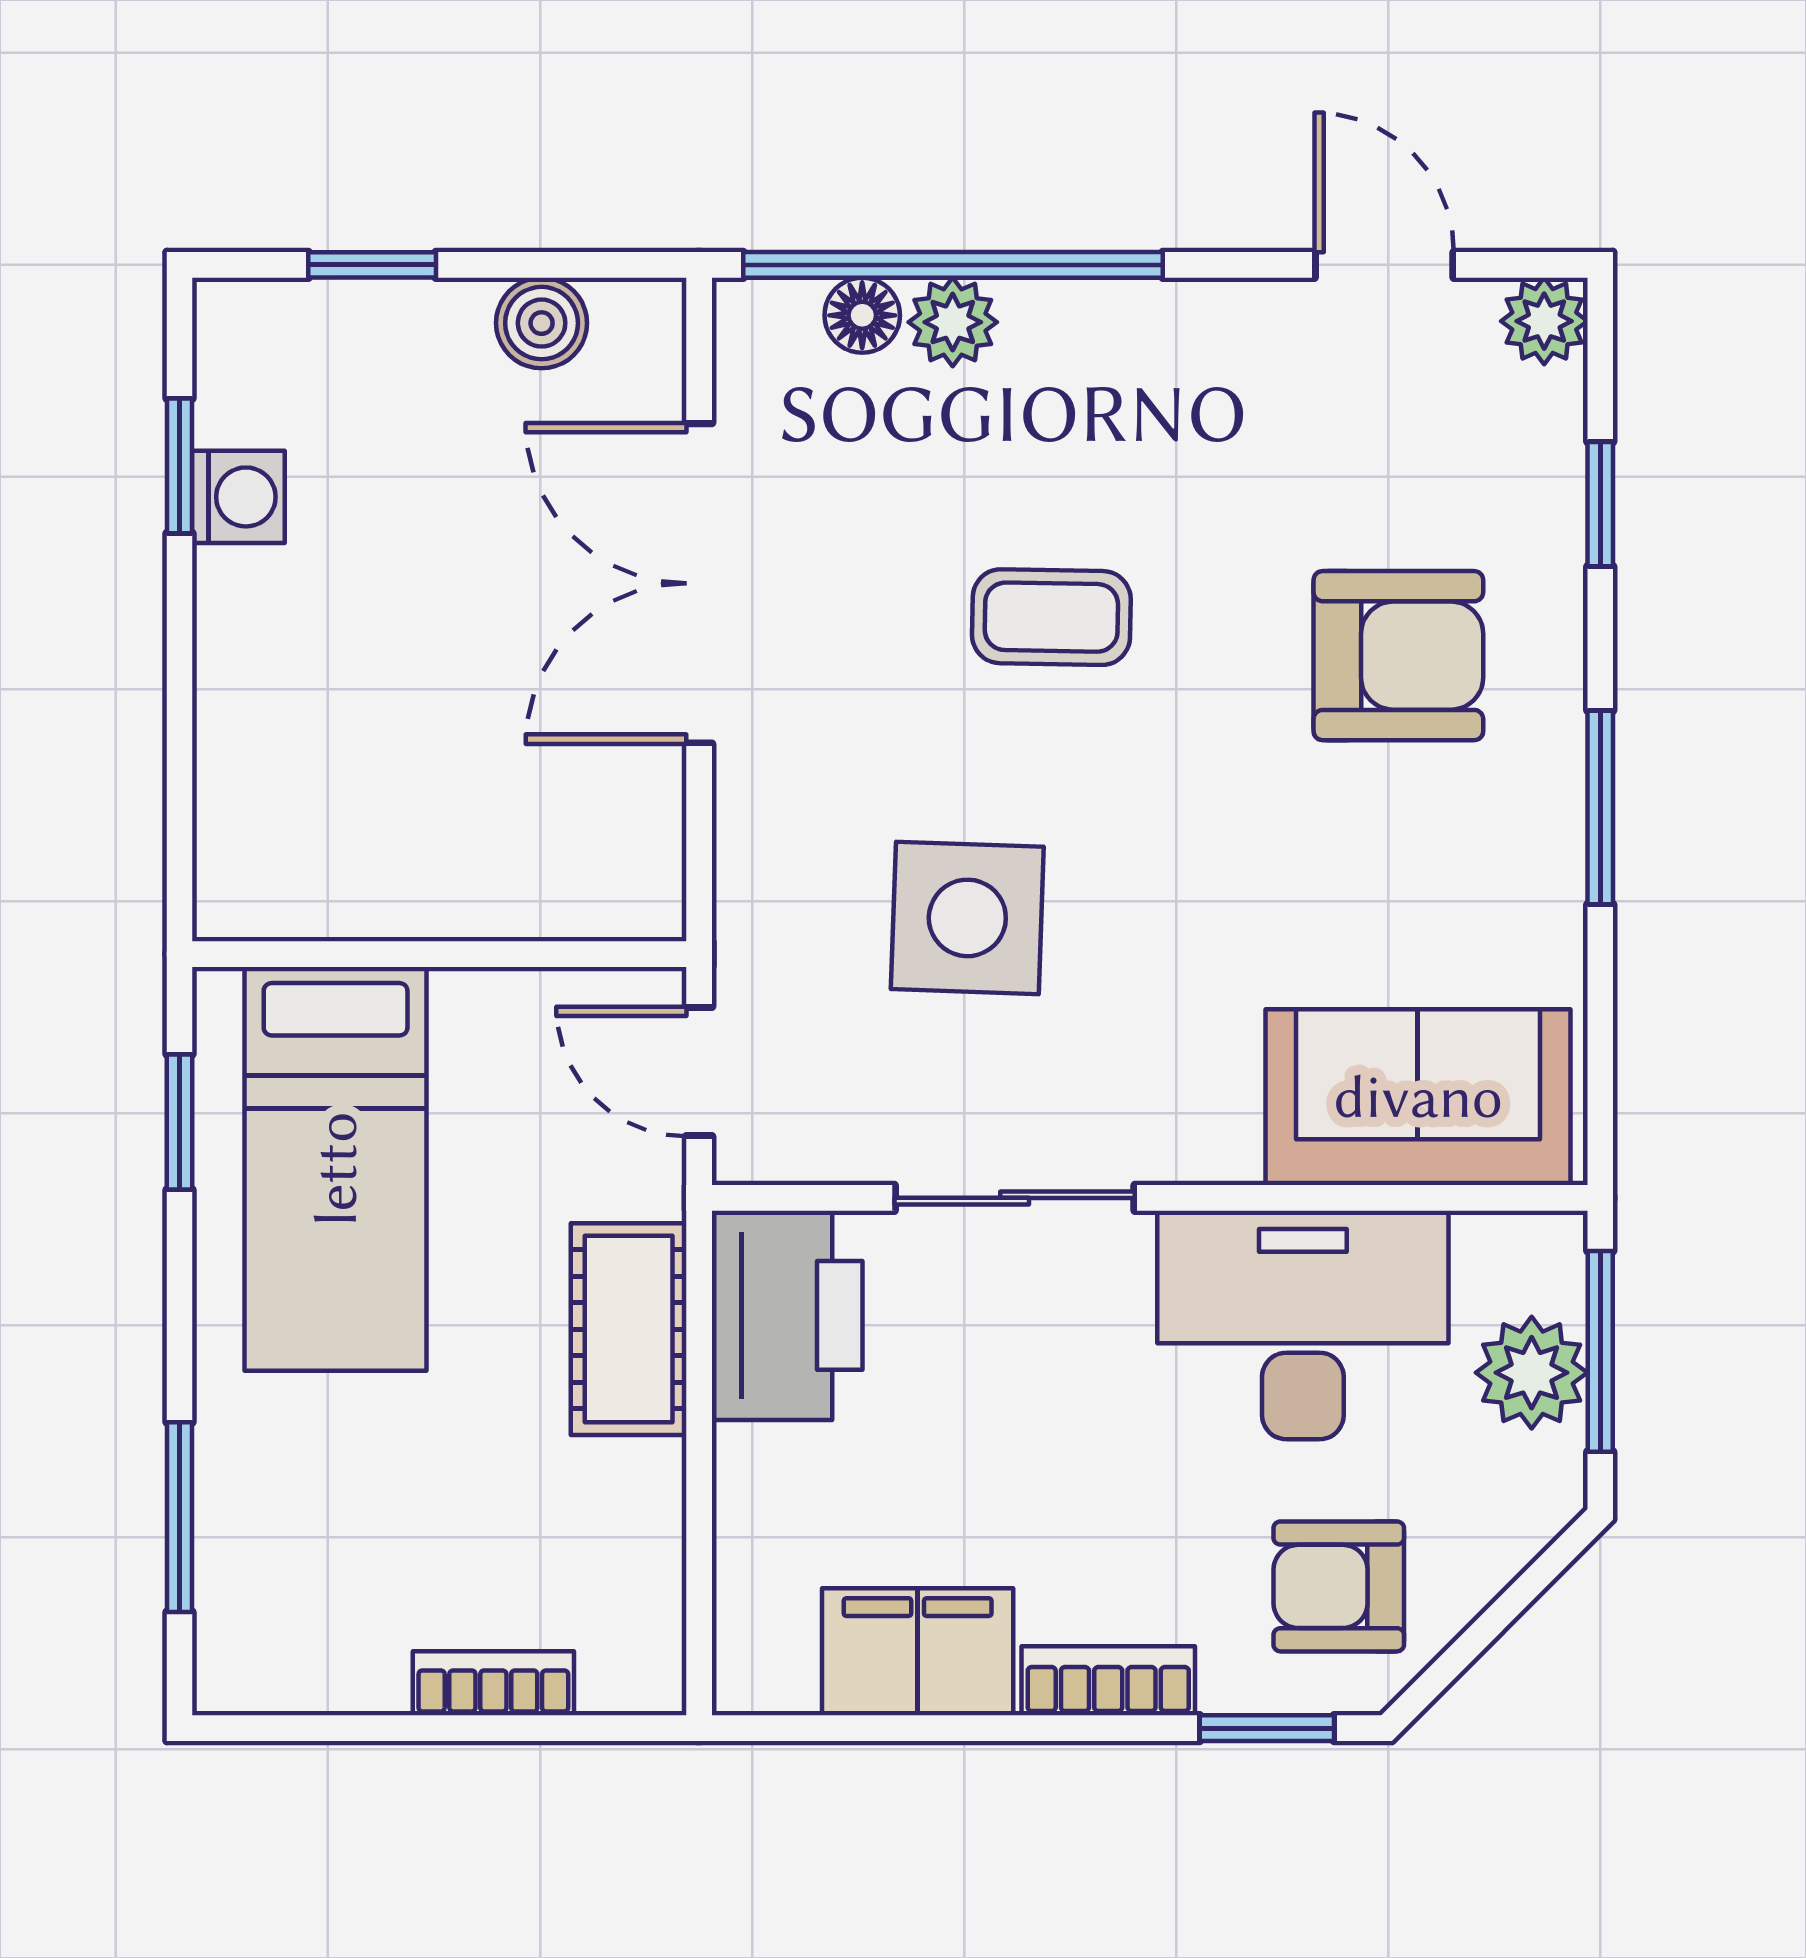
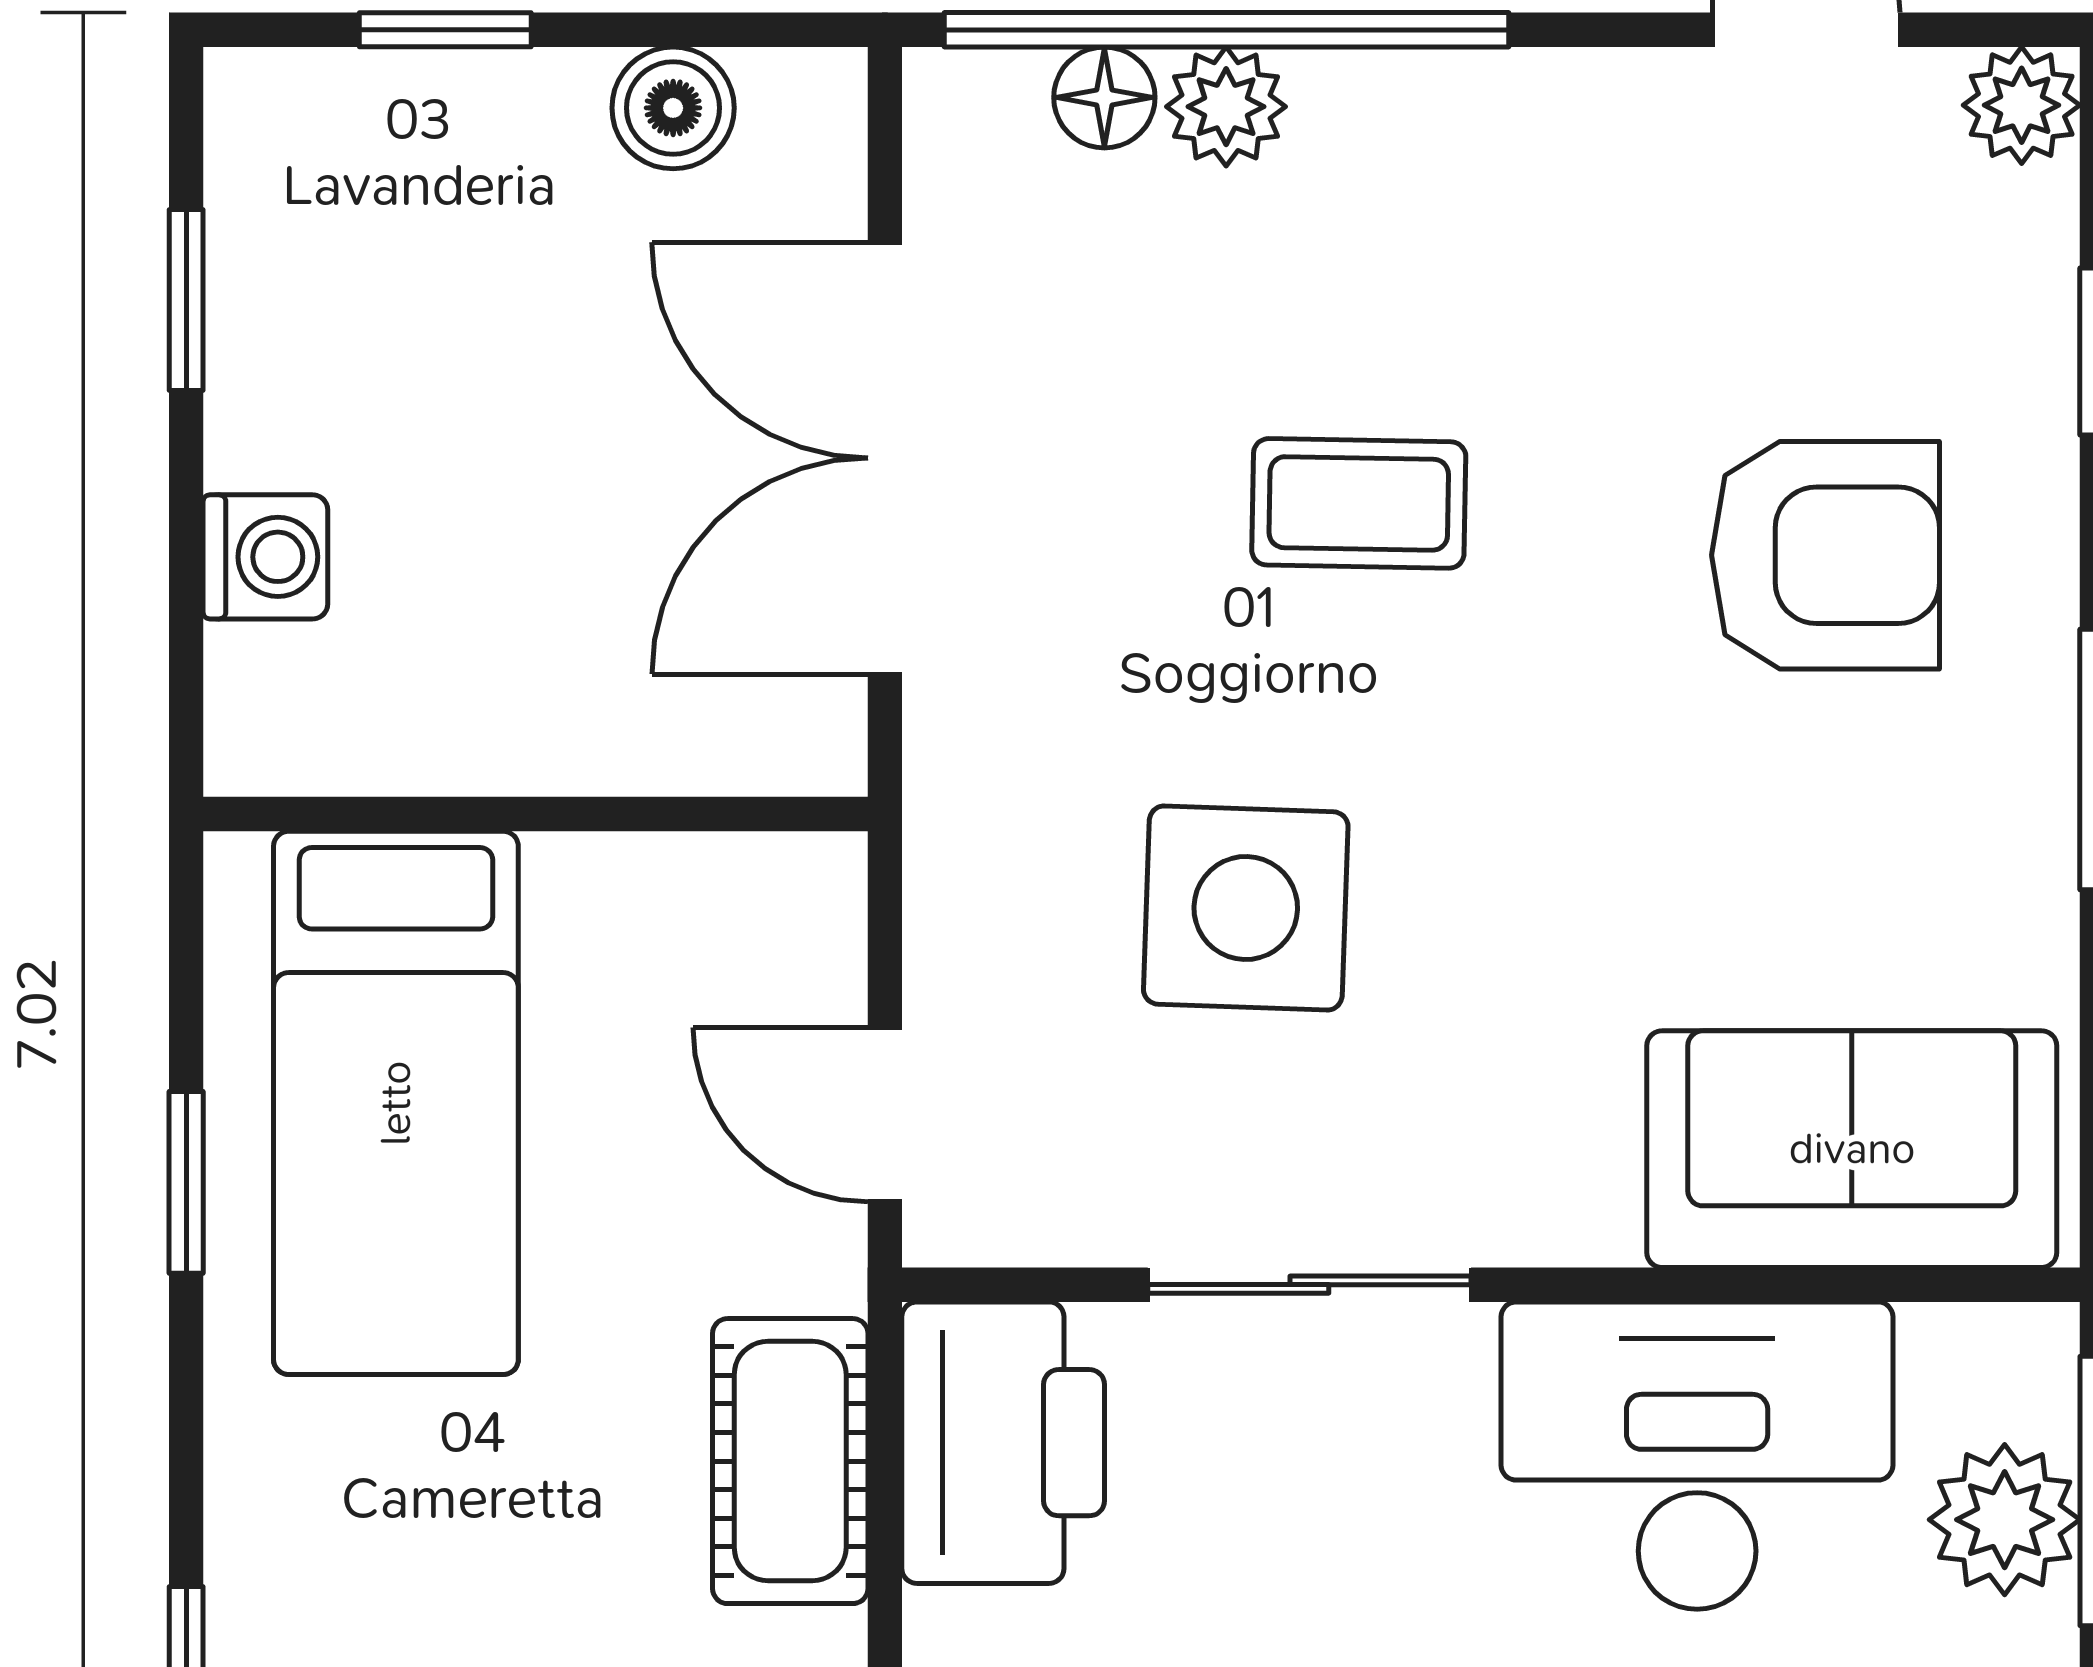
washing machine: (238, 497) -> (265, 557), moved
wall: (439, 954) -> (535, 814), moved
bed: (336, 1169) -> (396, 1103), moved

